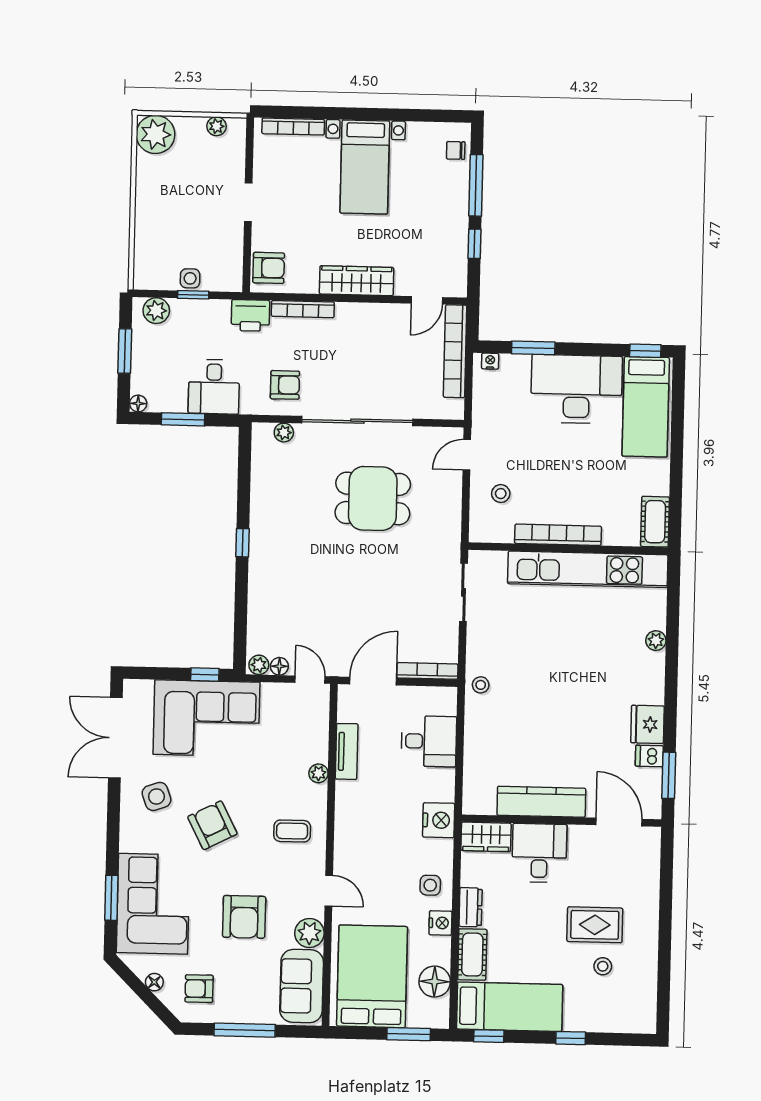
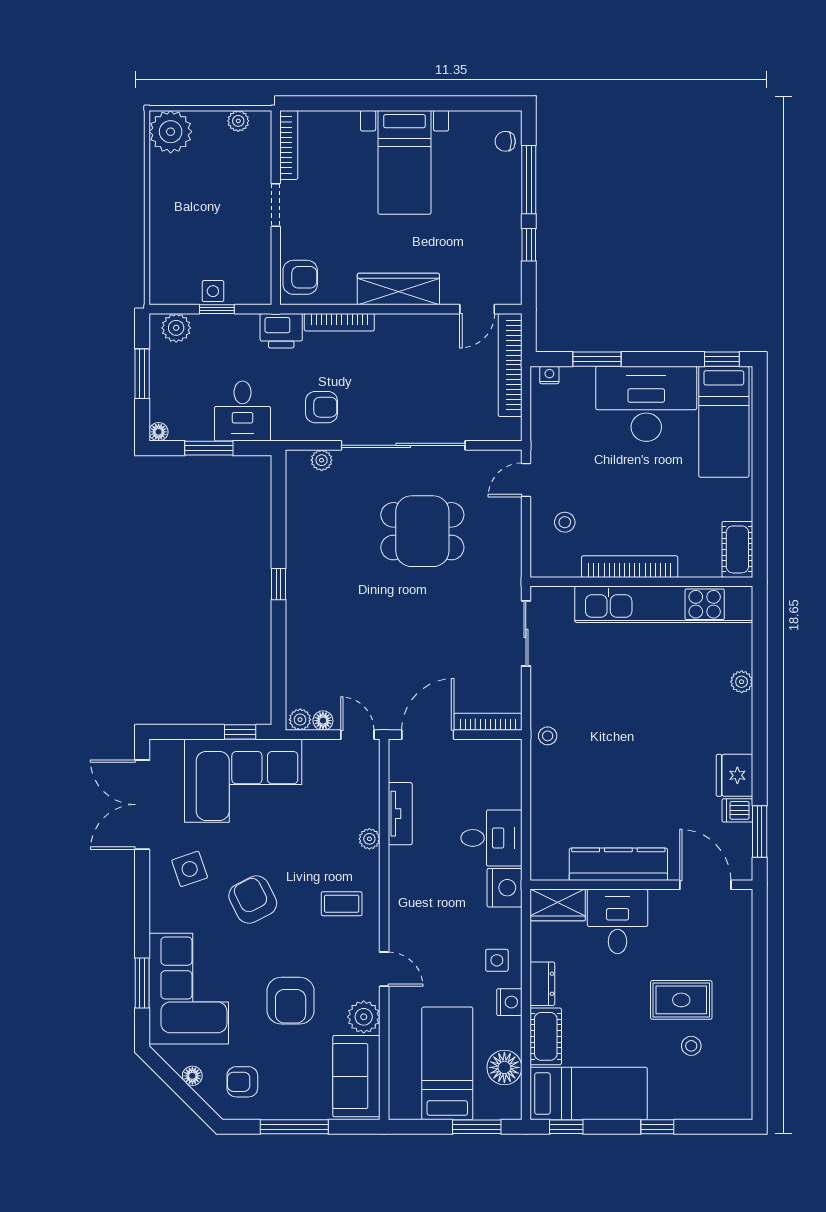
bookcase: (293, 127) -> (289, 145), moved, turned -90
desk: (429, 741) -> (491, 838), moved
bed: (372, 976) -> (447, 1063), width x0.67

